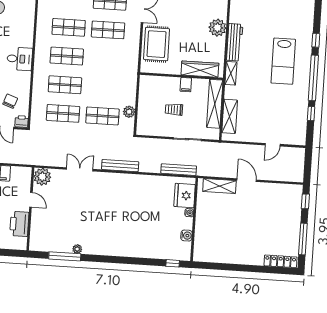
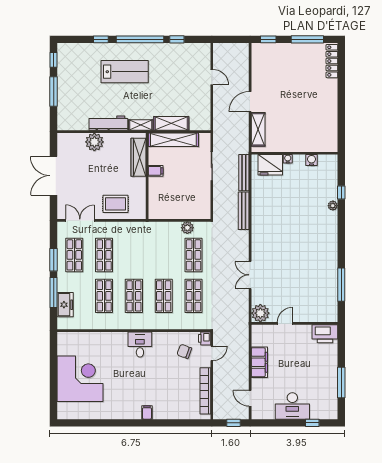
rug: (157, 44) -> (116, 204), width x0.73, depth x0.70
trolley: (174, 110) -> (182, 182), removed
shelving: (230, 116) -> (171, 123), moved
bench: (120, 166) -> (244, 211), moved
printer: (19, 224) -> (325, 334), moved
plant: (77, 249) -> (333, 206), moved
window: (173, 263) -> (341, 193), moved

